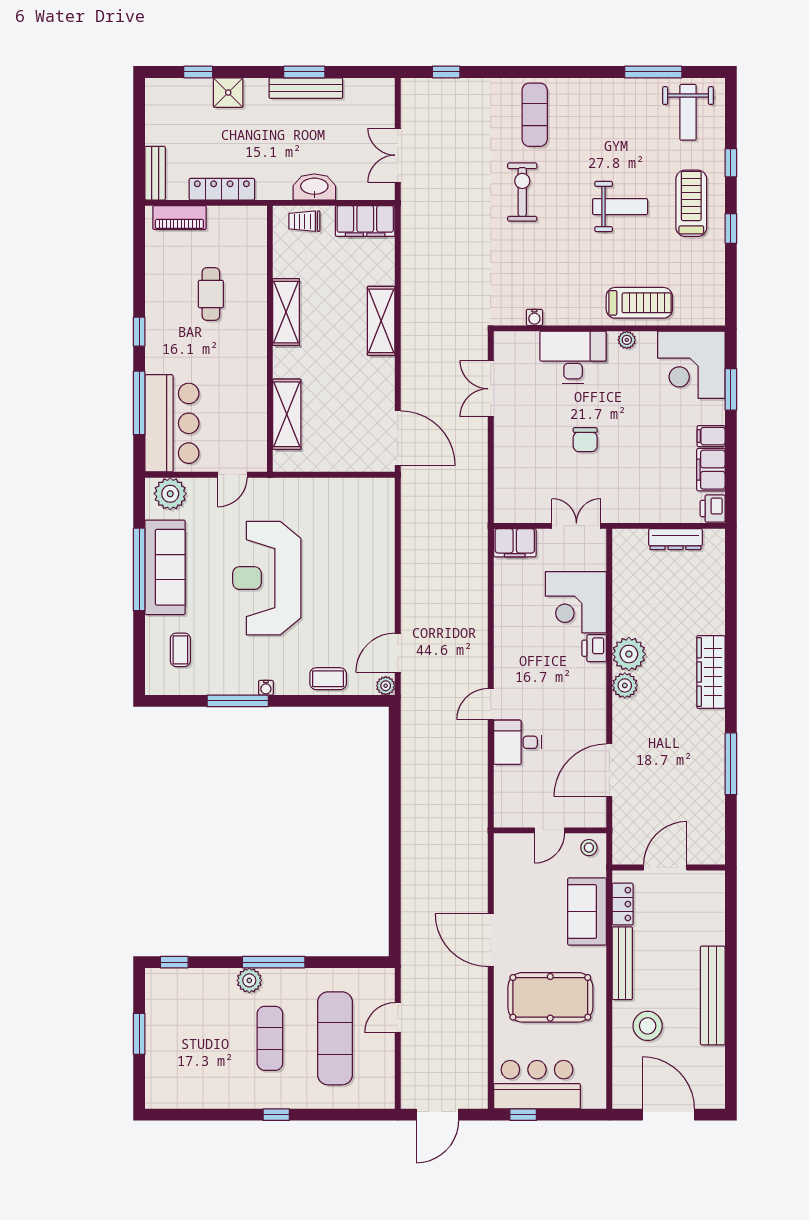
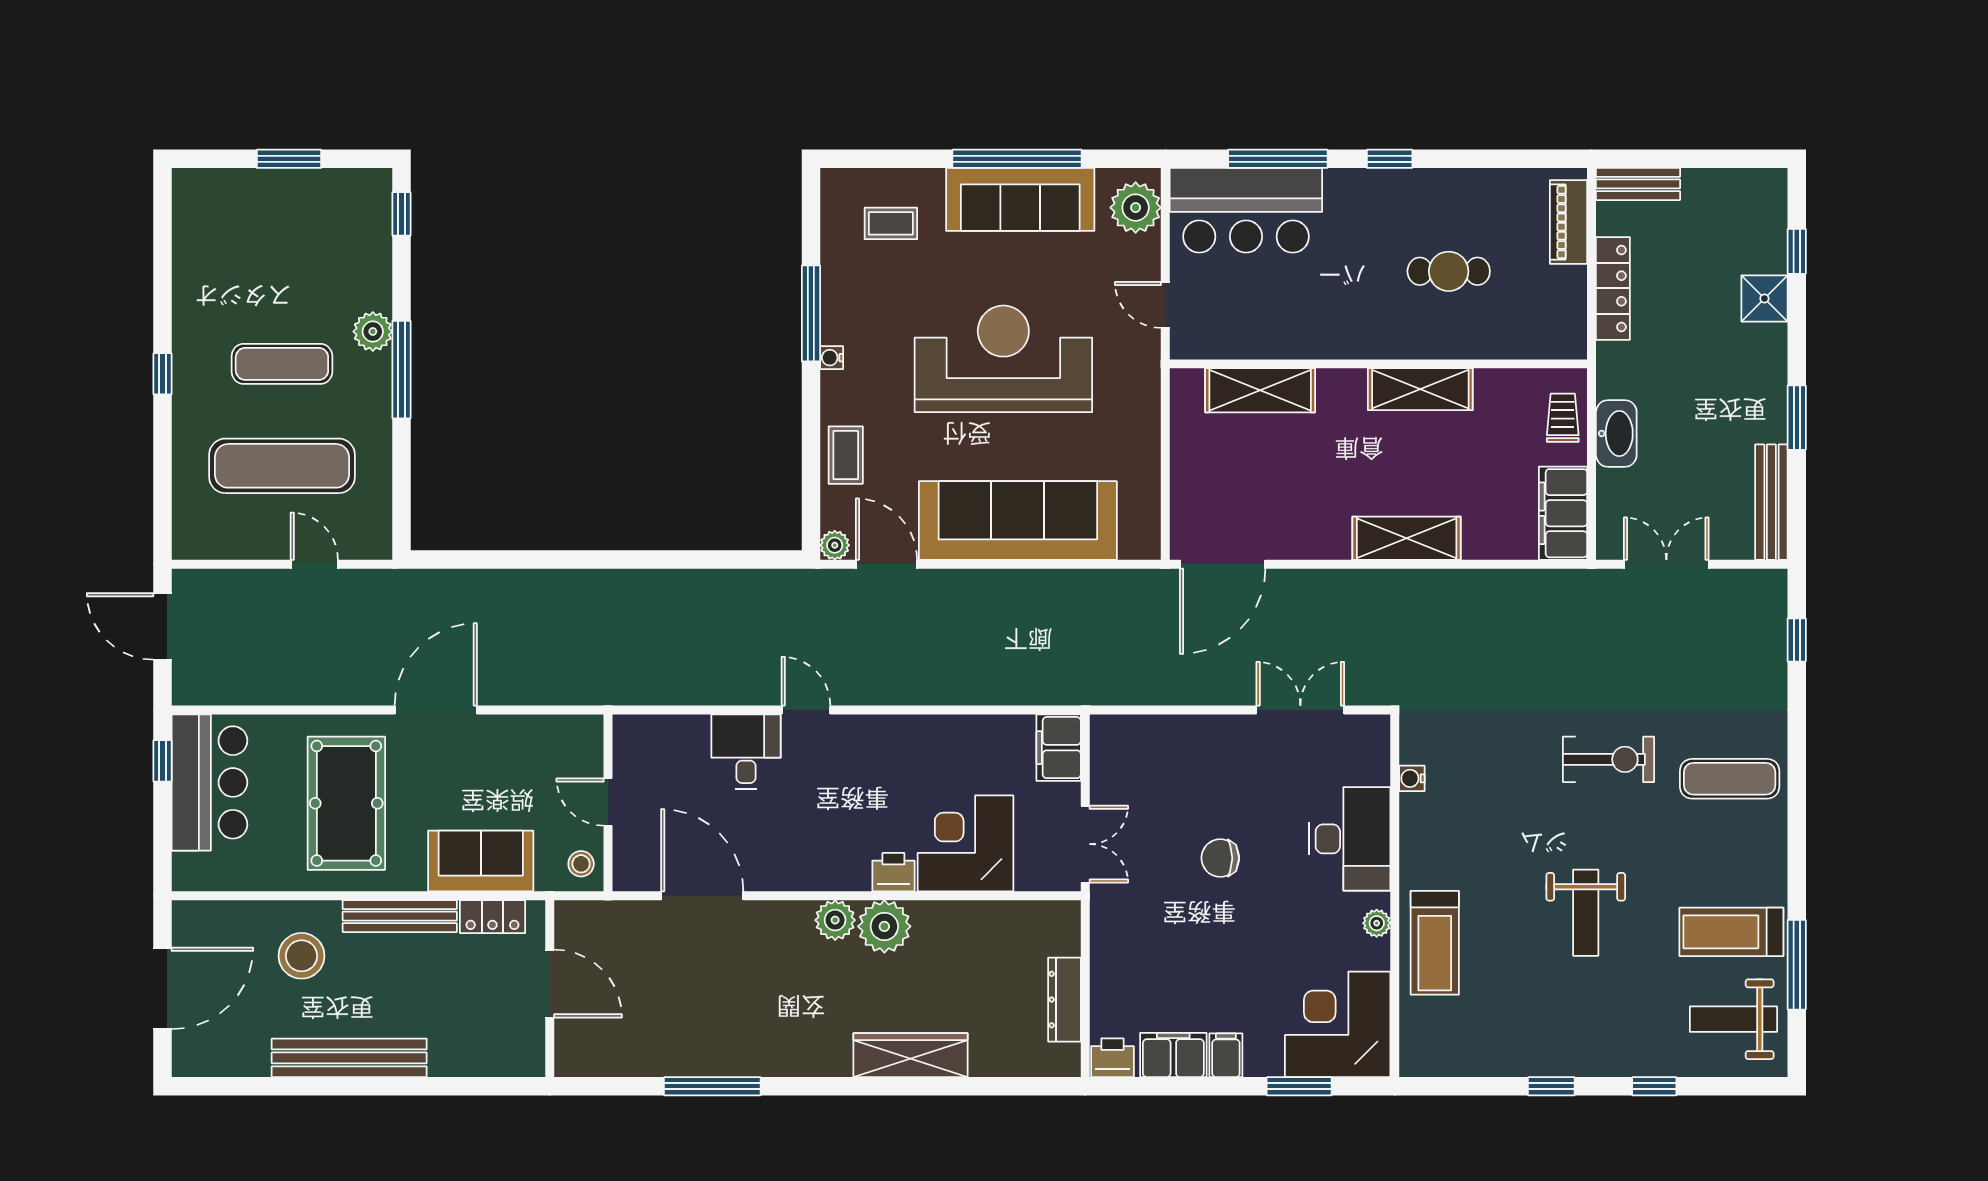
bench: (306, 88) -> (1771, 502), moved
treadmill: (691, 203) -> (1731, 932), moved, turned 180
sofa: (370, 569) -> (1018, 521), added
wardrobe: (711, 672) -> (911, 1055), moved

